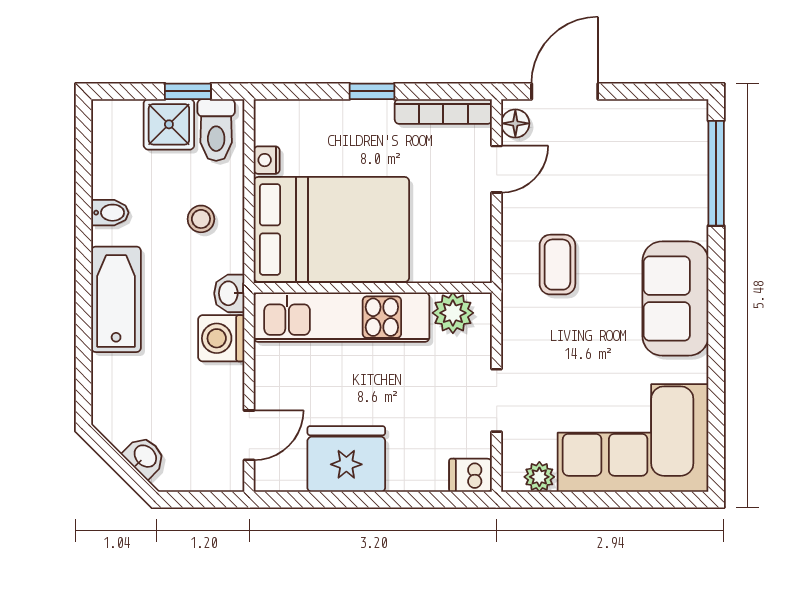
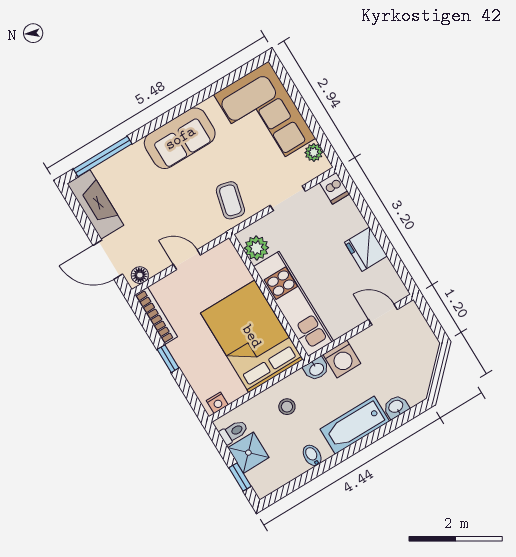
window: (188, 91) -> (240, 477), moved
fireplace: (654, 121) -> (95, 204), added
toilet: (216, 130) -> (234, 432), width x0.73, depth x0.72
nightstand: (267, 160) -> (217, 403), moved
door: (497, 169) -> (187, 260), moved
coffee table: (557, 265) -> (230, 200), moved, turned -76
washbasin: (145, 457) -> (396, 407), moved, turned 45
fridge: (346, 459) -> (366, 249), width x0.73, depth x0.75

